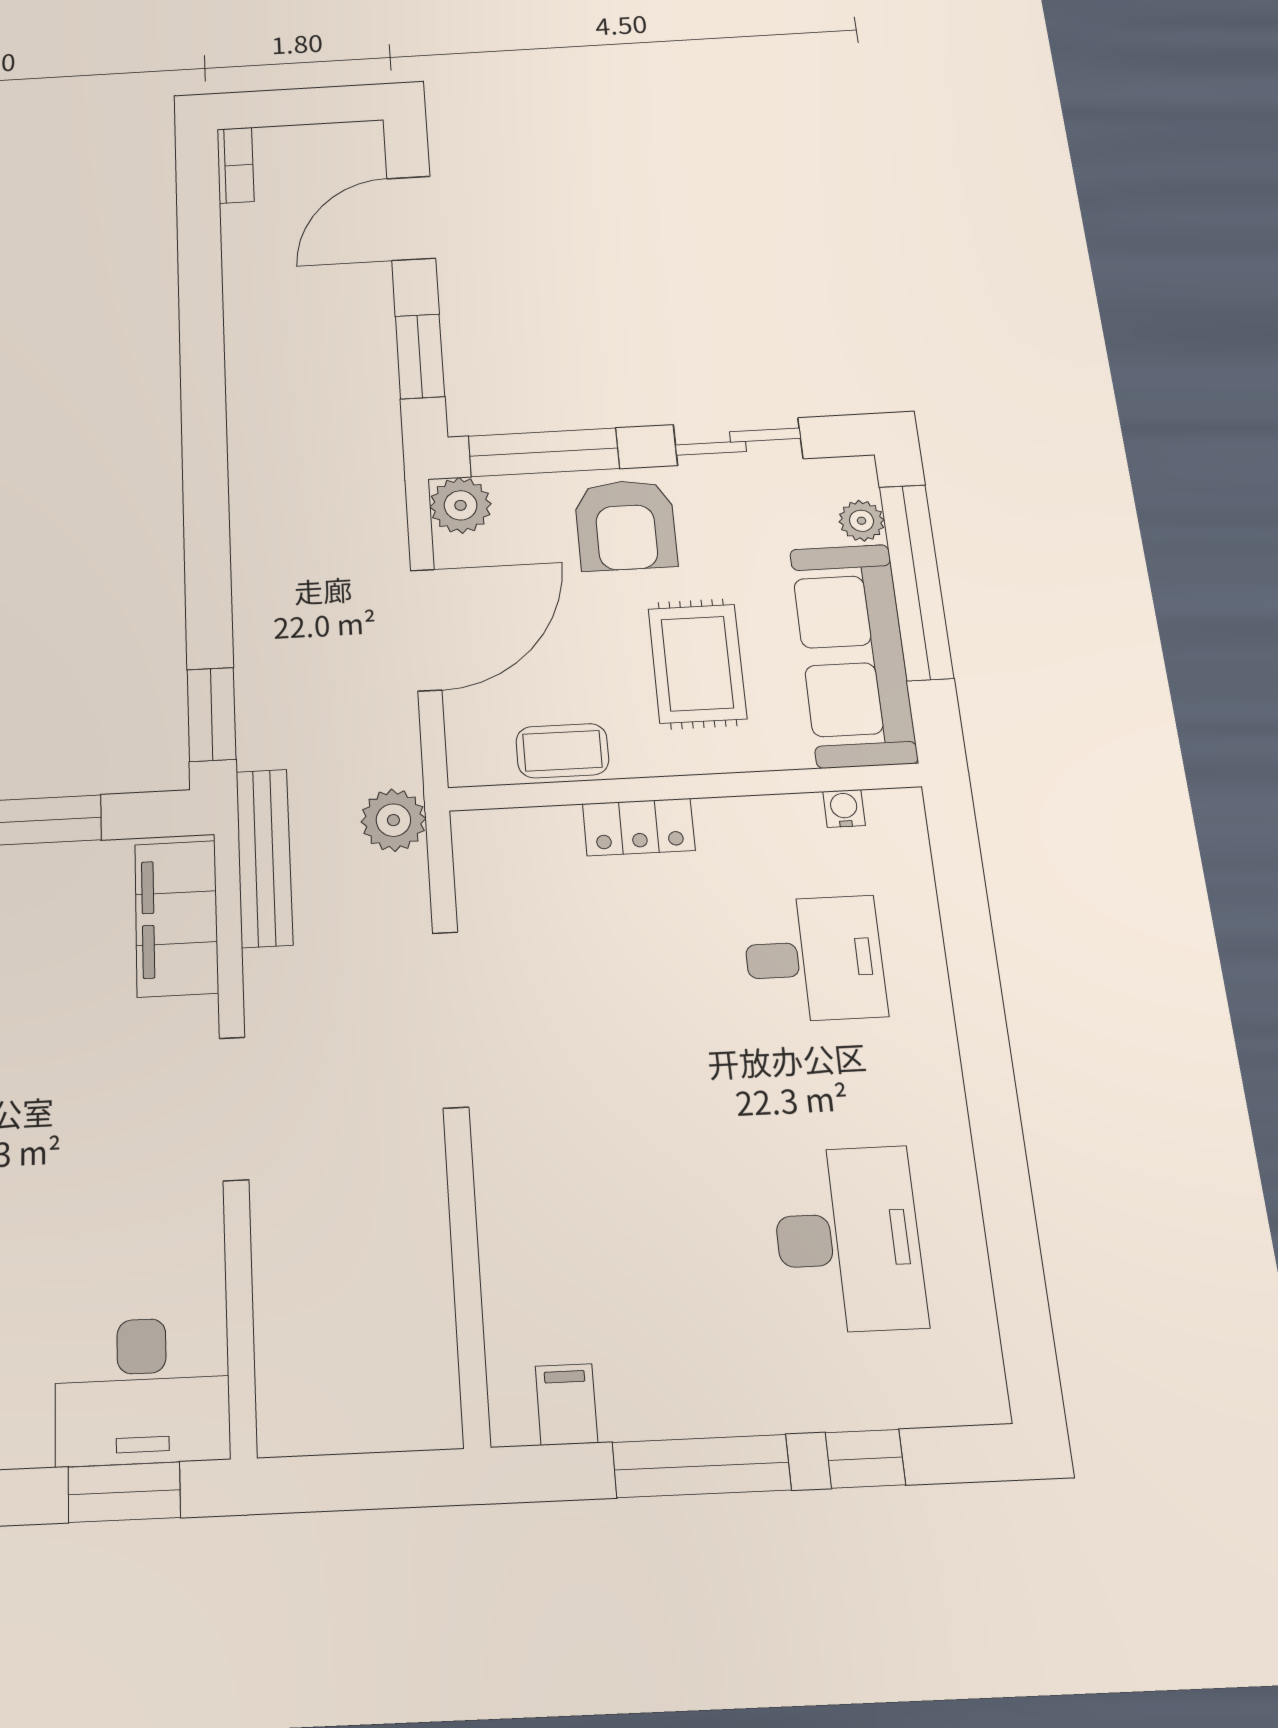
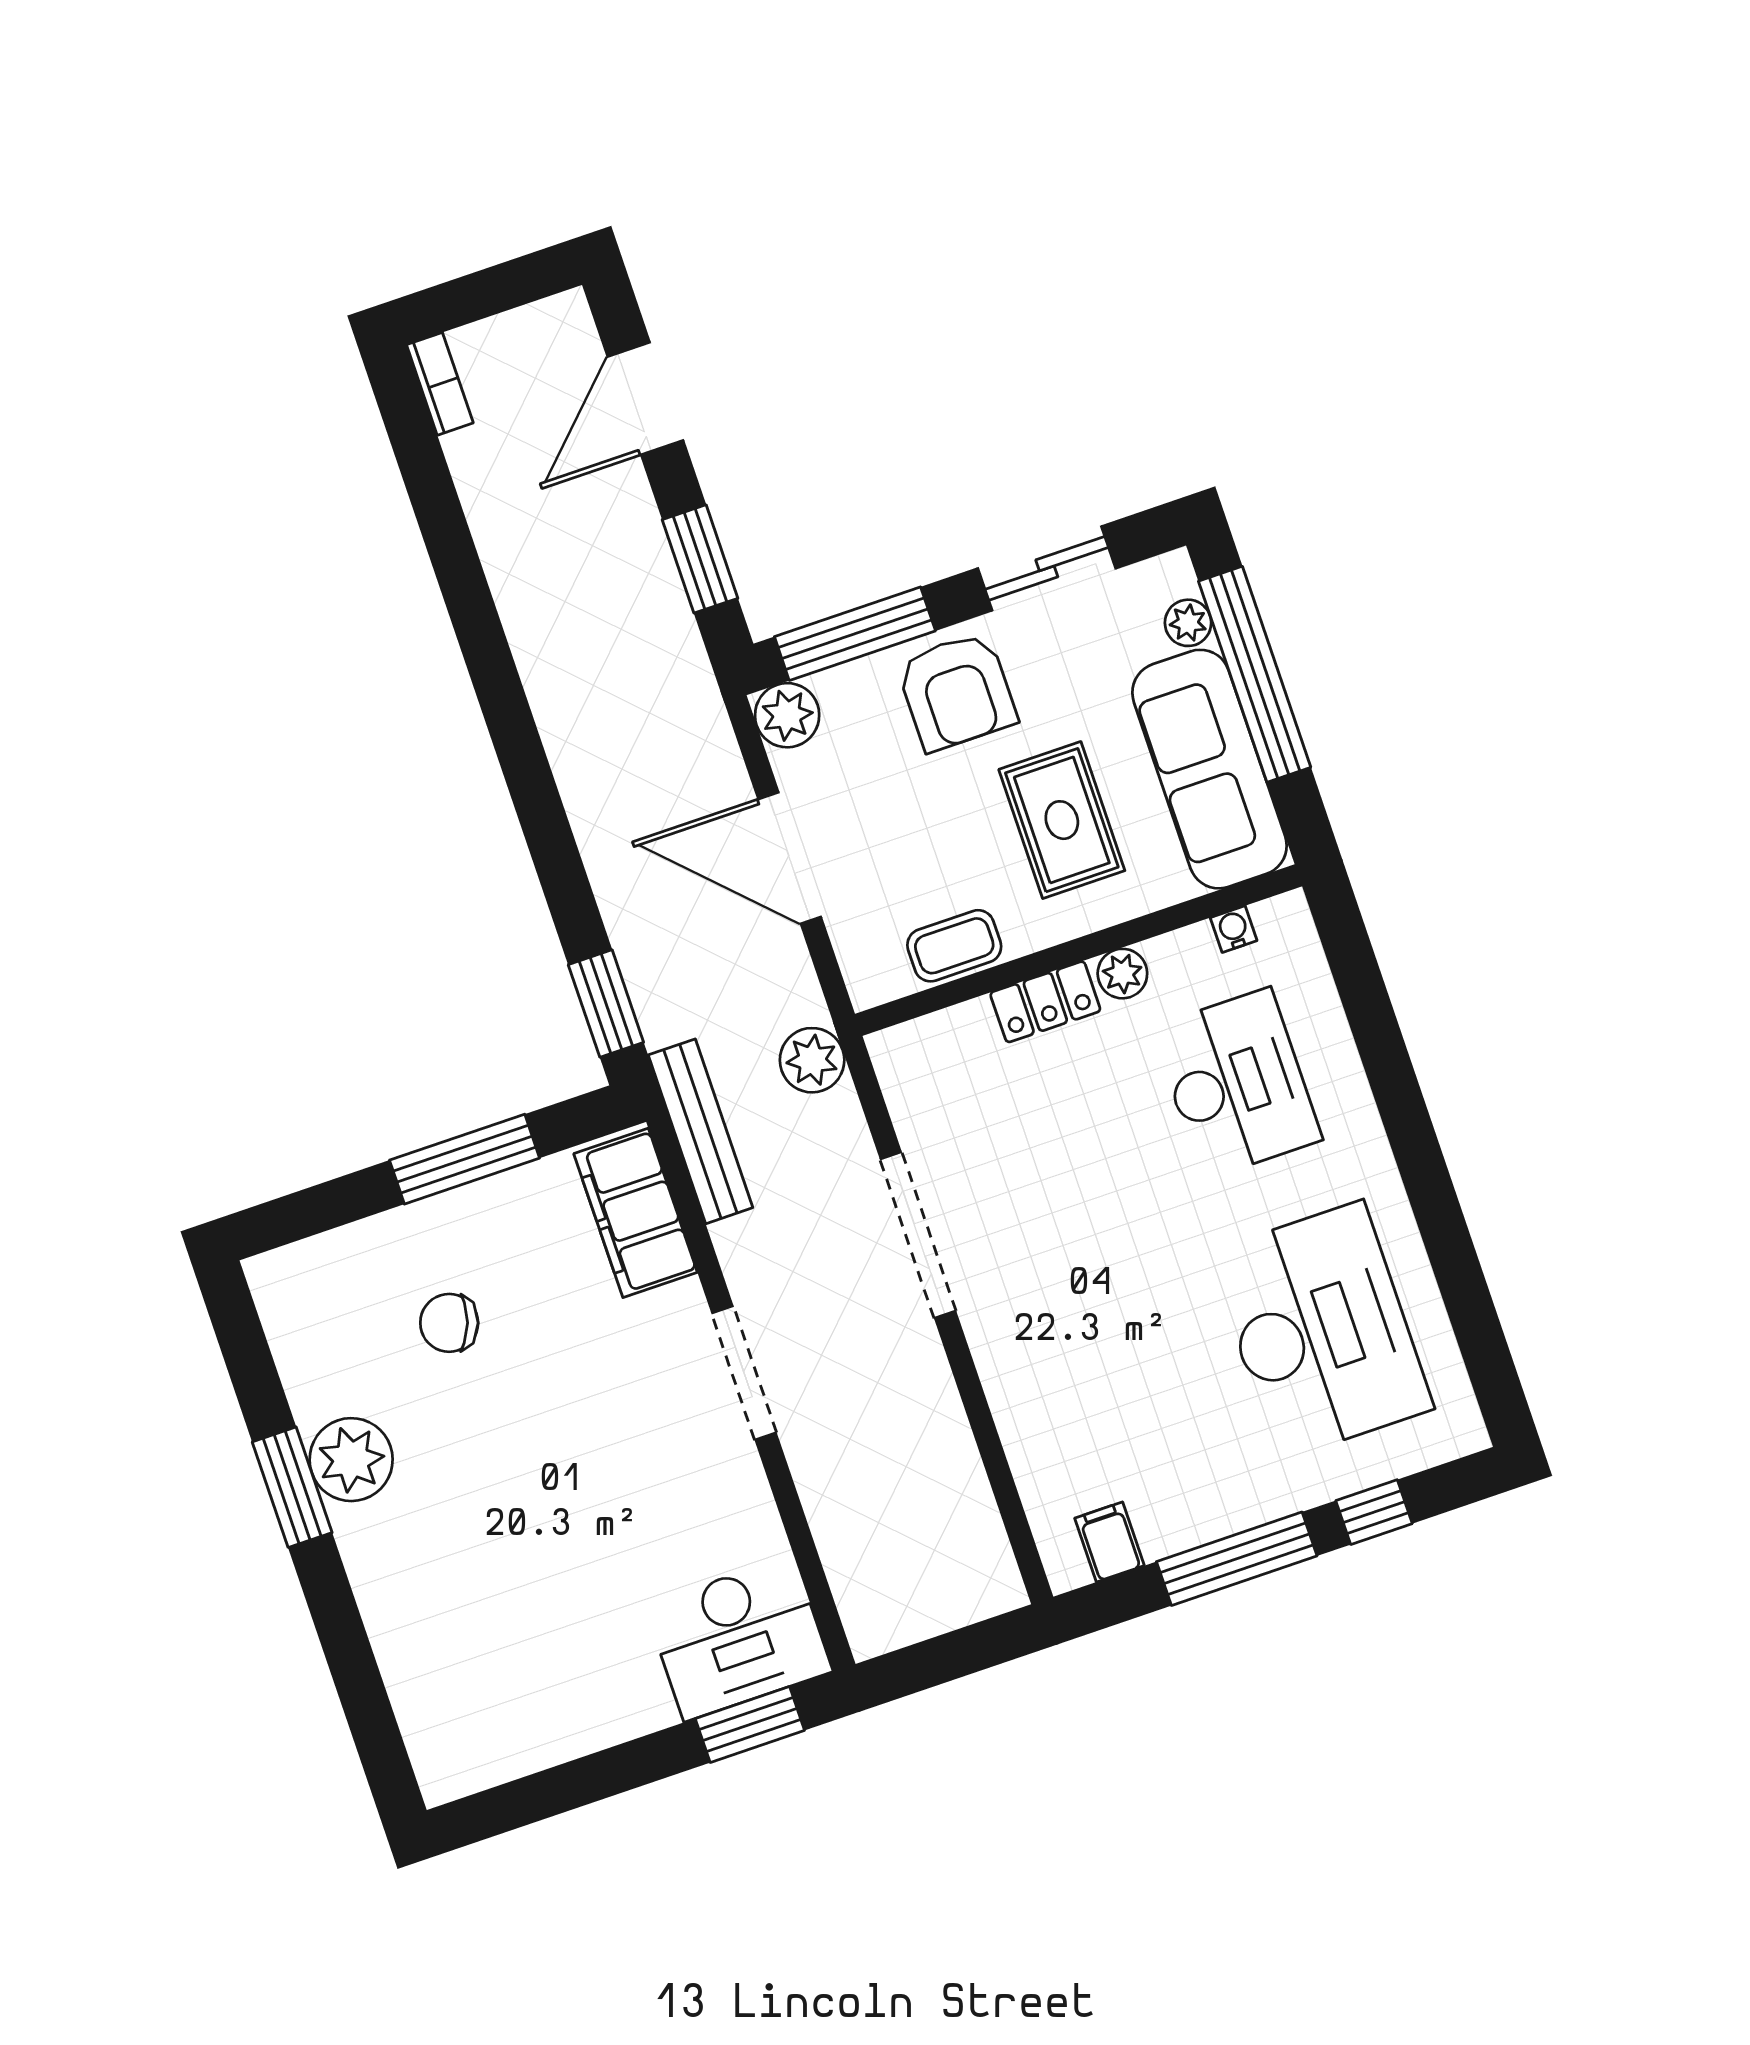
door: (426, 630) -> (790, 858), swing flipped
plant: (722, 821) -> (1122, 974), added
desk: (814, 959) -> (1237, 1084), width x1.37
desk: (848, 1239) -> (1321, 1331), width x1.36, depth x1.30

